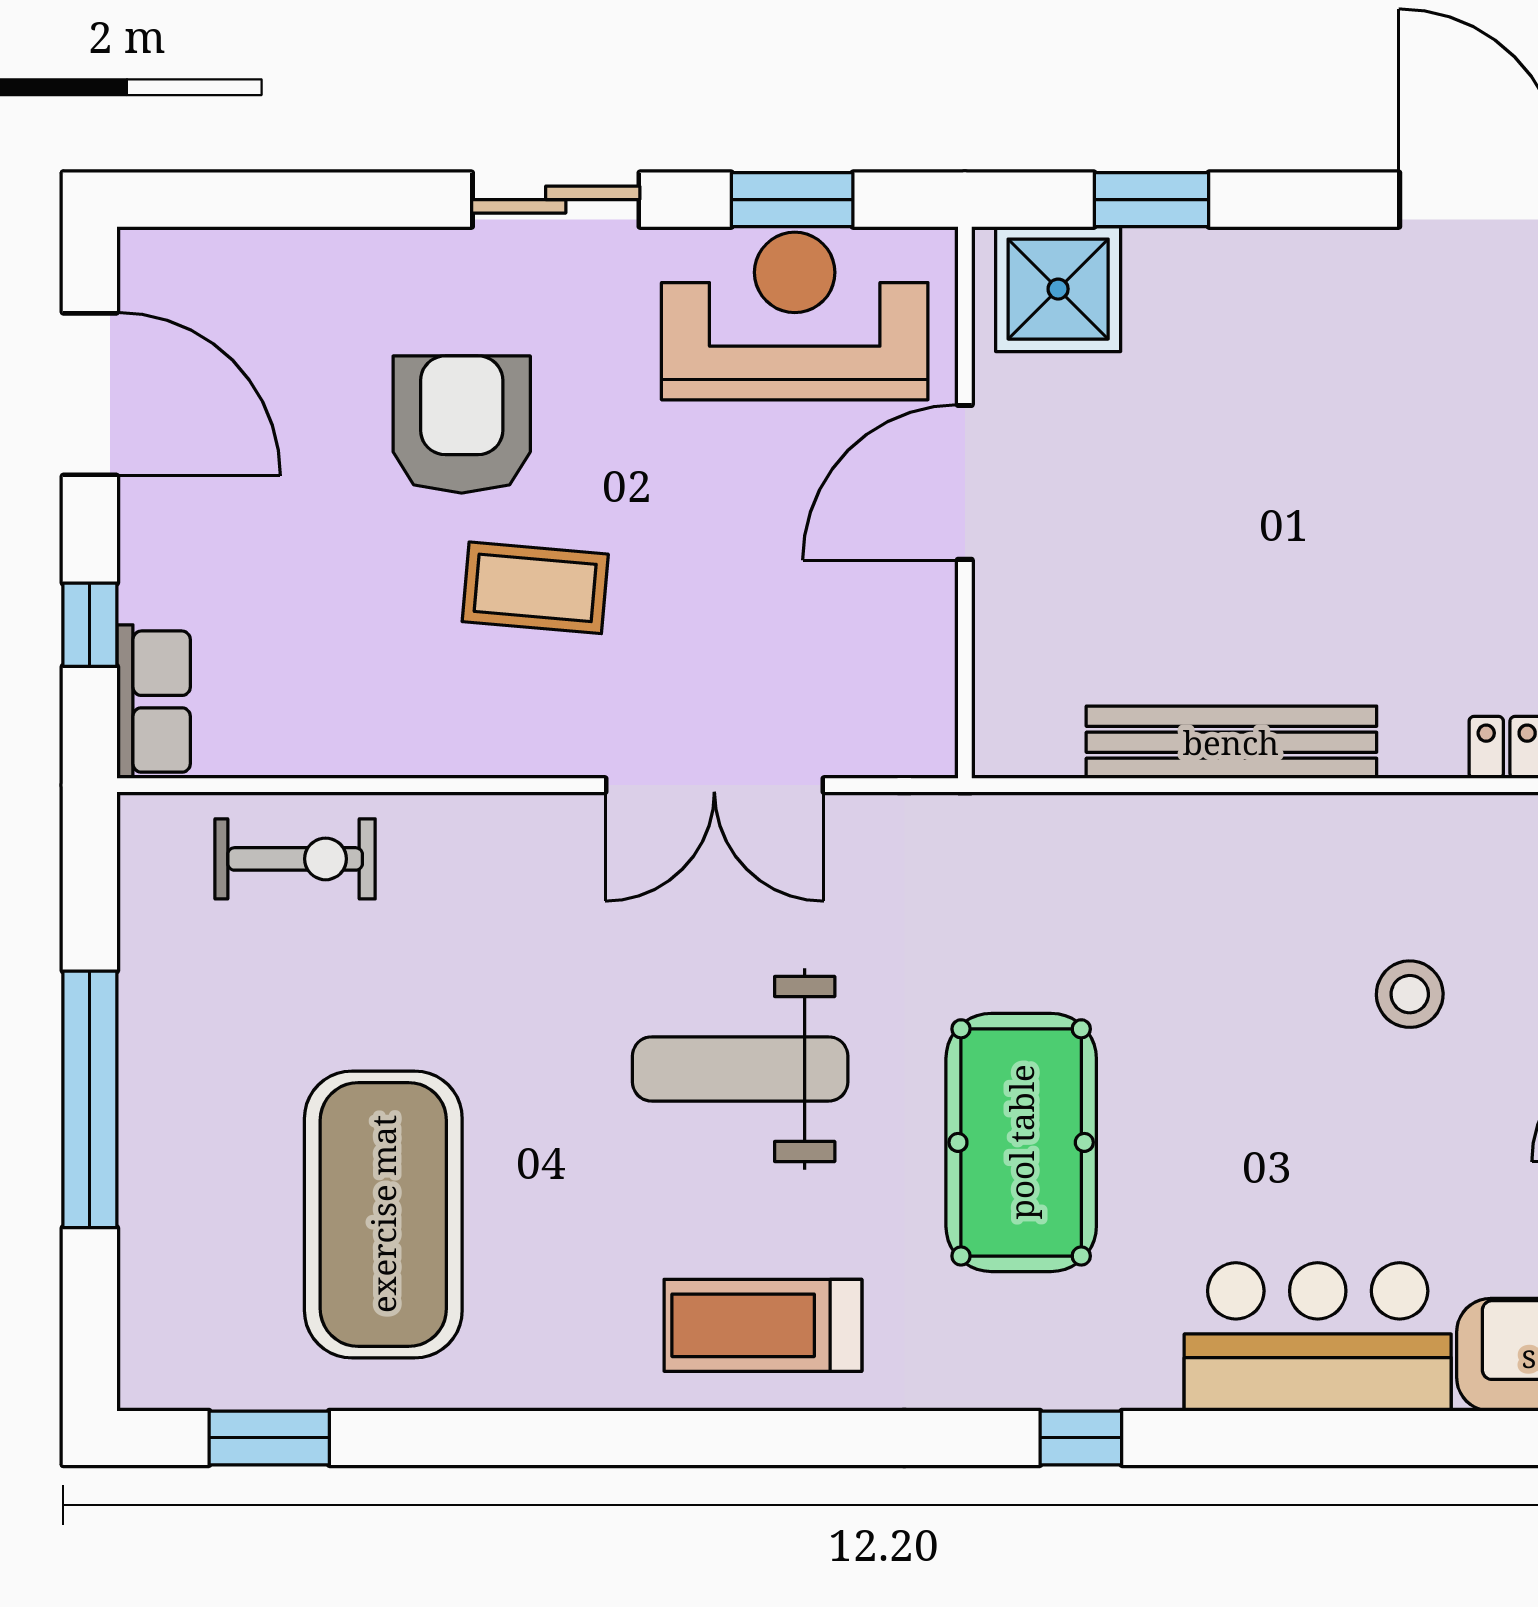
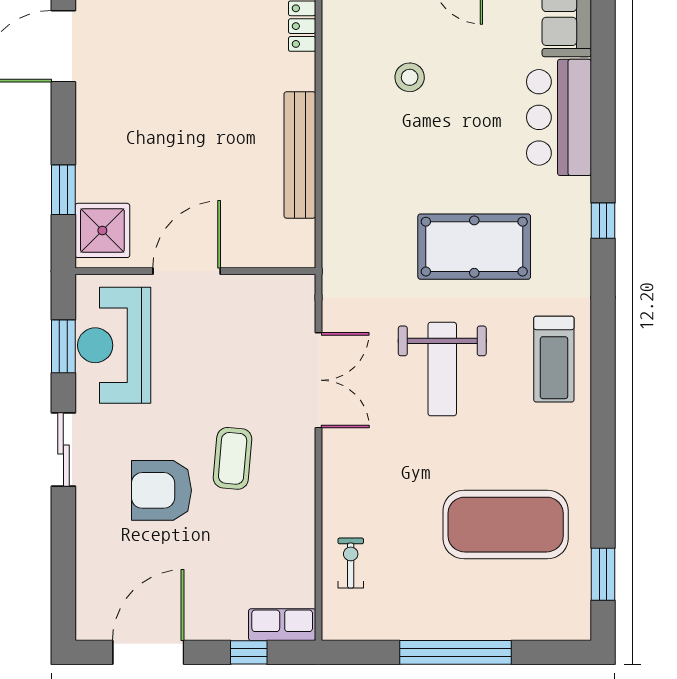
door: (965, 482) -> (187, 271), swing flipped
exercise bike: (295, 859) -> (351, 563), width x0.73, depth x0.72

